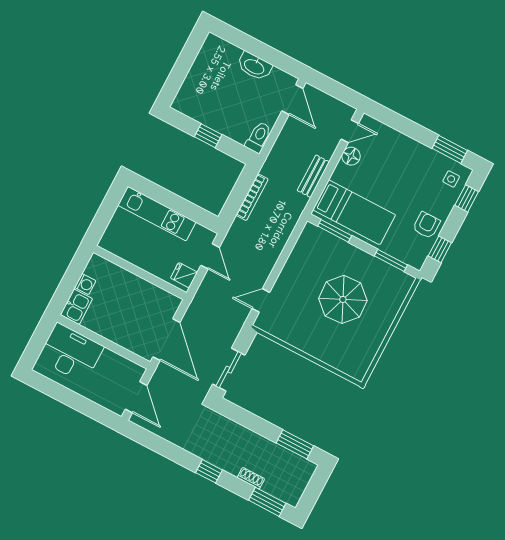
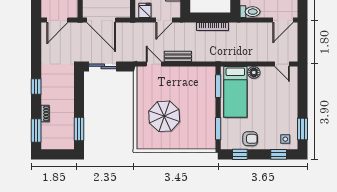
floor lamp: (351, 156) -> (254, 72), moved
bench: (313, 176) -> (178, 56), moved
parasol: (343, 299) -> (164, 116), moved
door: (166, 340) -> (101, 20), hinge flipped

